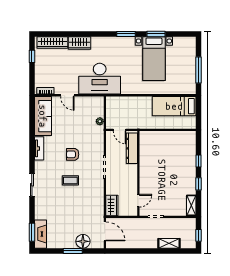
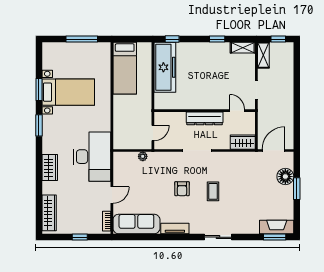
wardrobe: (79, 43) -> (50, 168), moved
window: (32, 56) -> (80, 237), moved
freezer: (175, 140) -> (165, 67), added
dresser: (132, 148) -> (205, 118), moved
window: (199, 161) -> (172, 39), moved
shelving: (169, 243) -> (263, 55), moved

